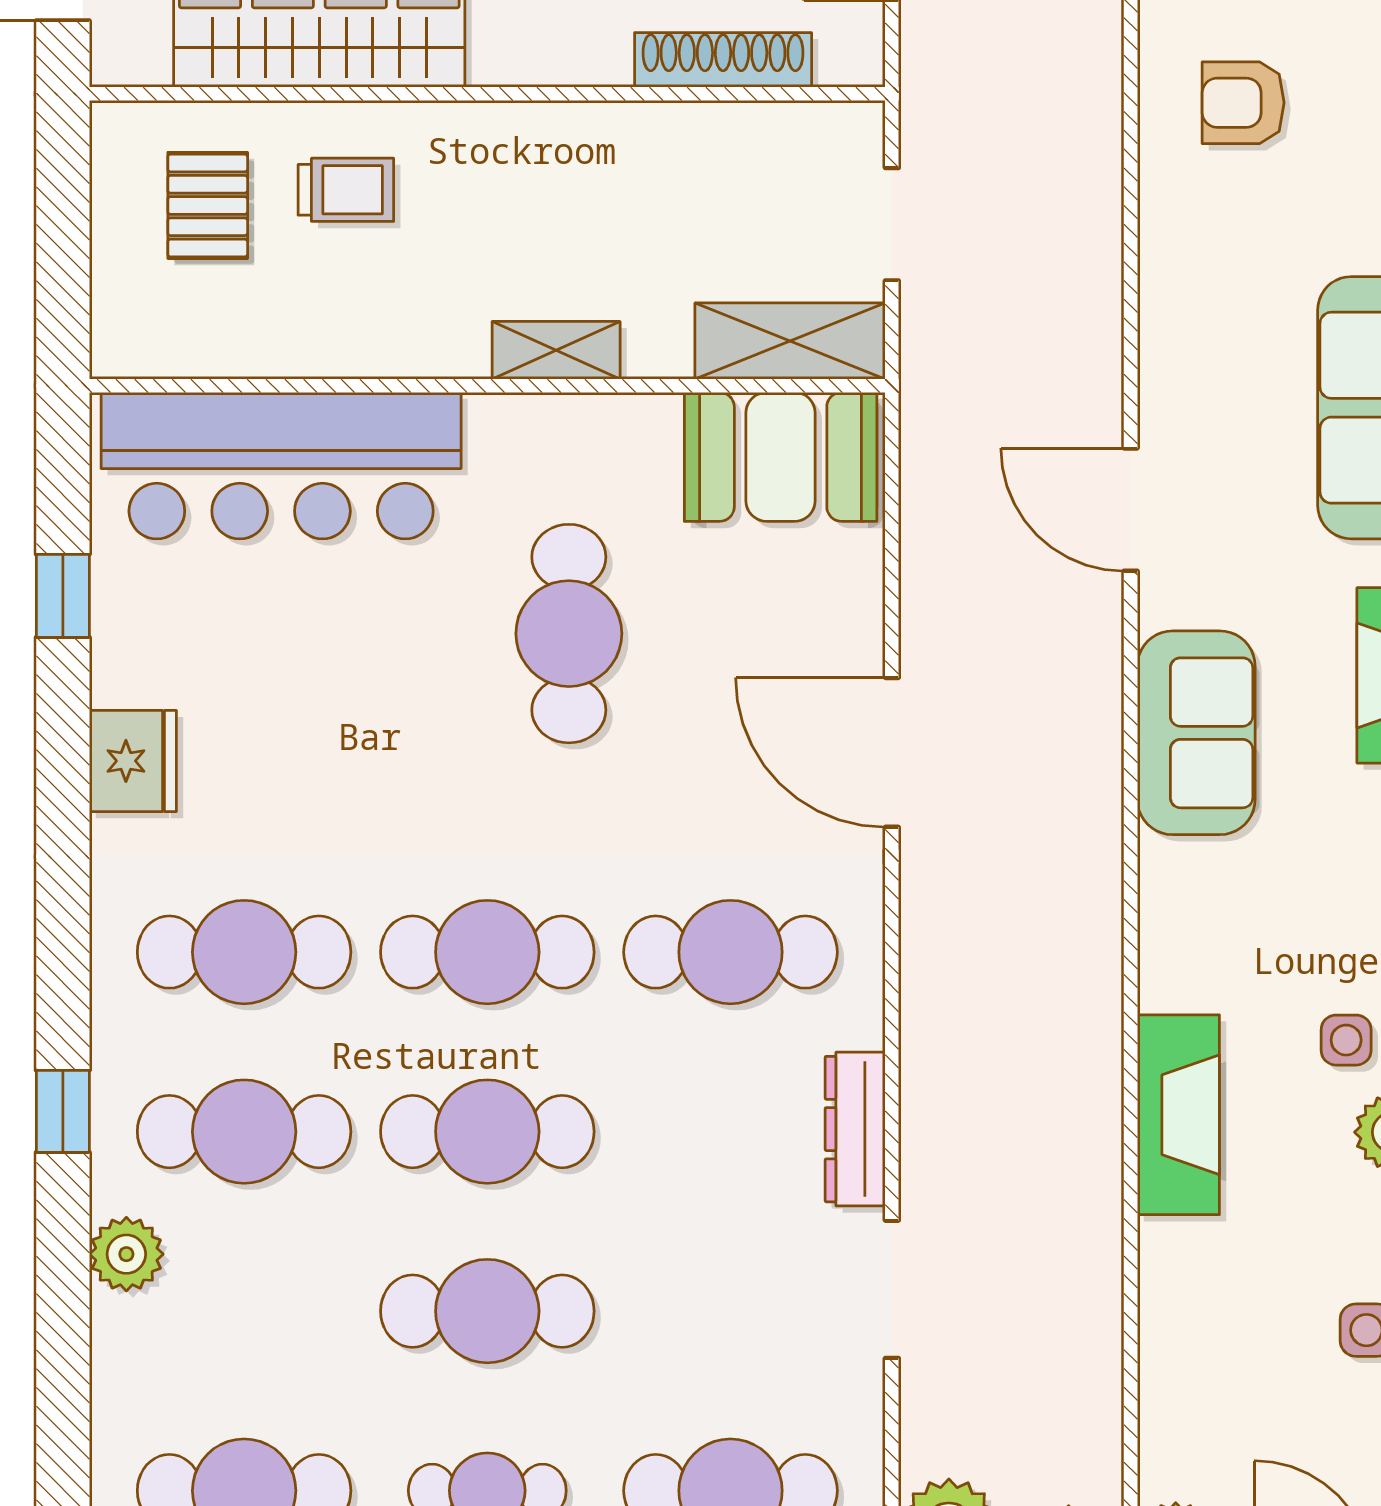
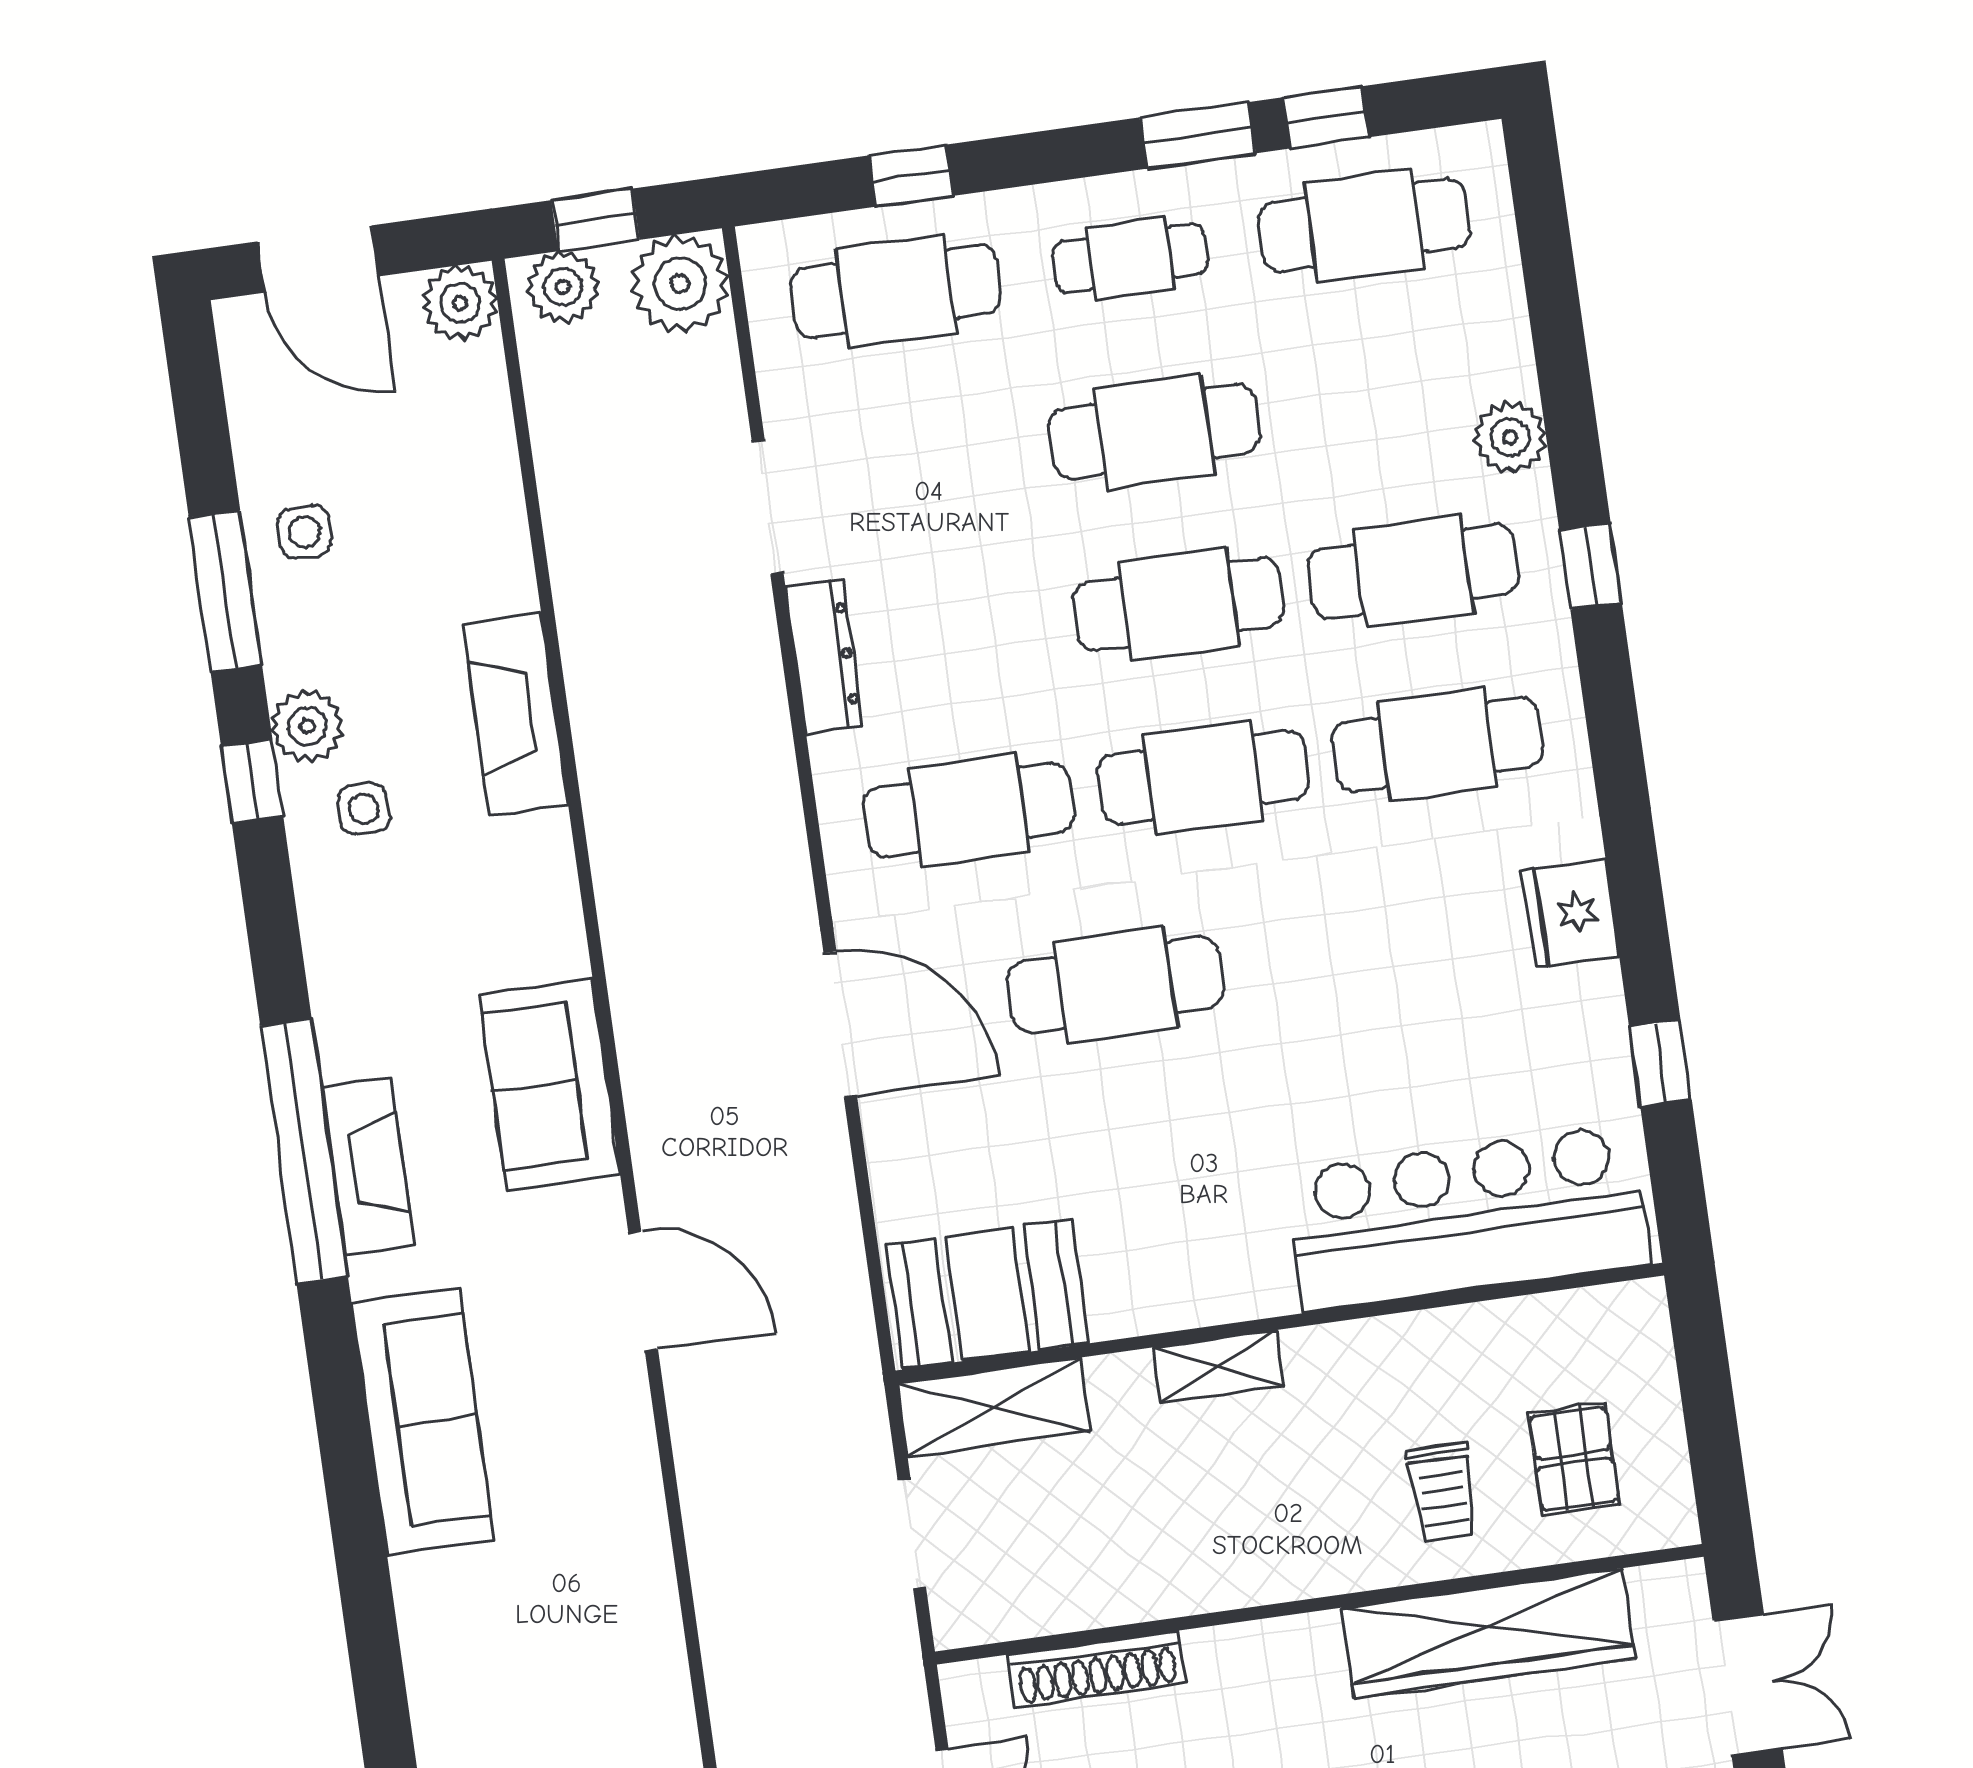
armchair: (1243, 103) -> (590, 1698), removed
trolley: (346, 190) -> (1443, 1493), turned -90
cafe table: (569, 634) -> (1116, 985), moved, turned 90

